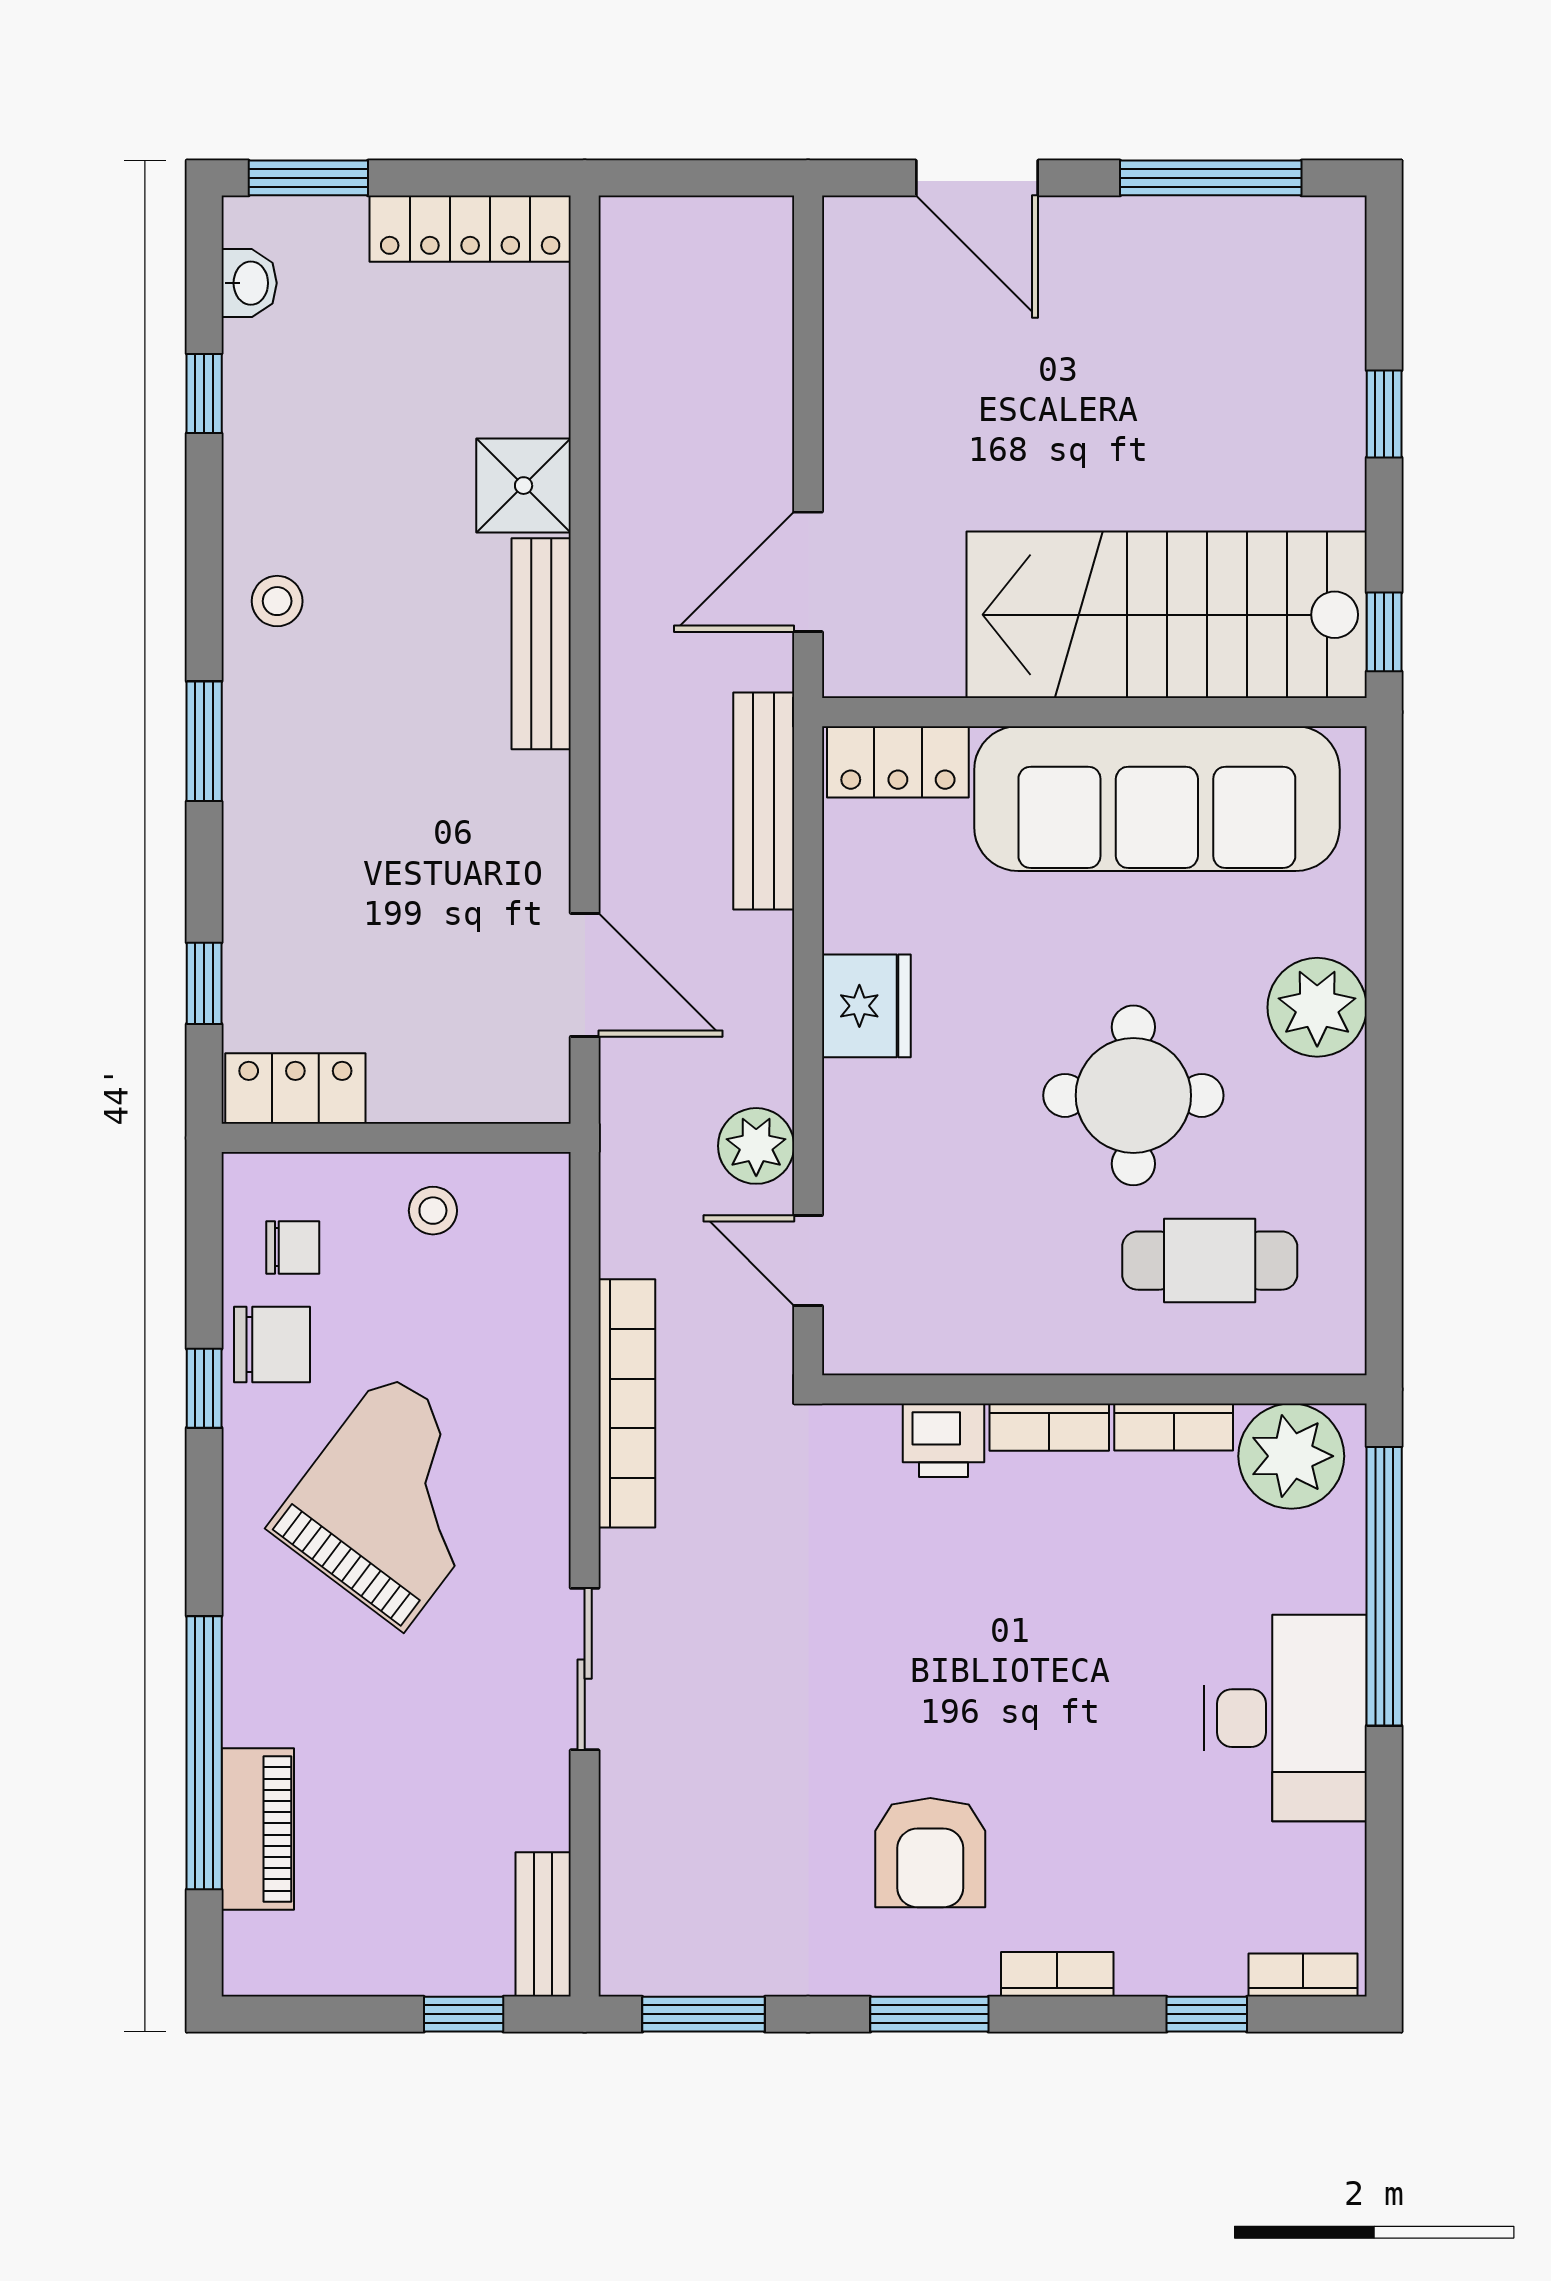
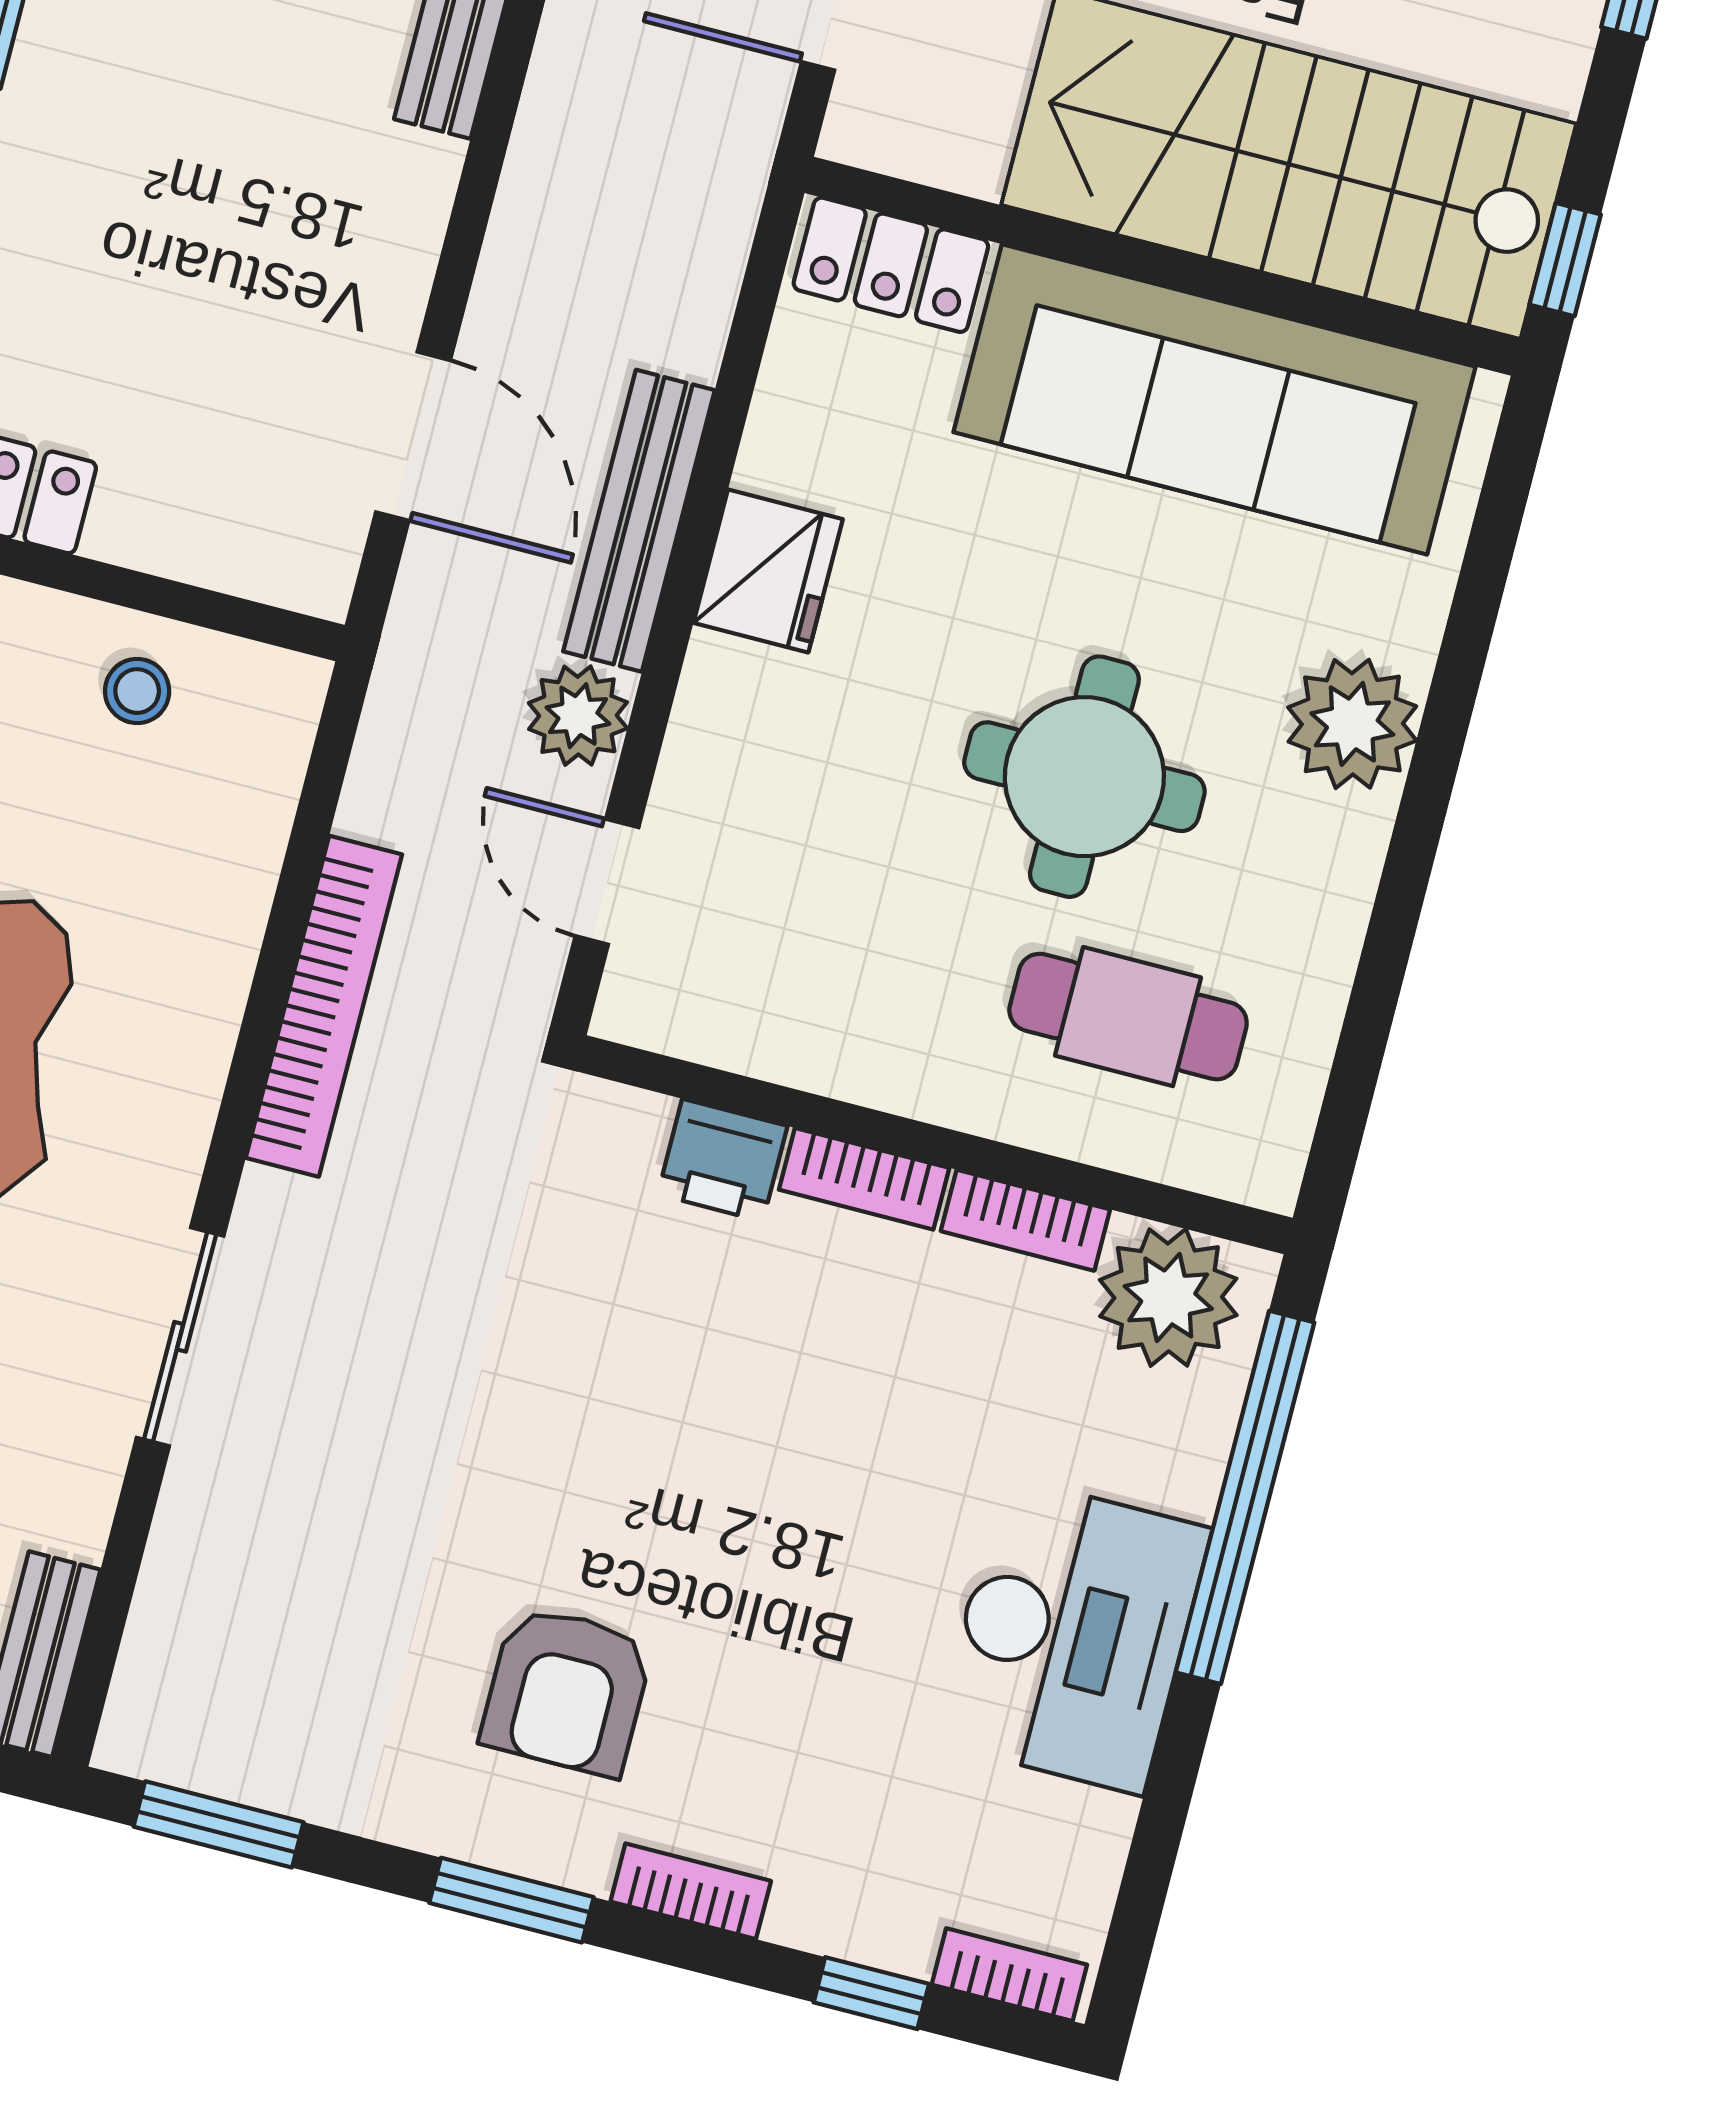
bench: (764, 801) -> (639, 521), moved

